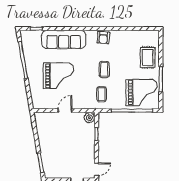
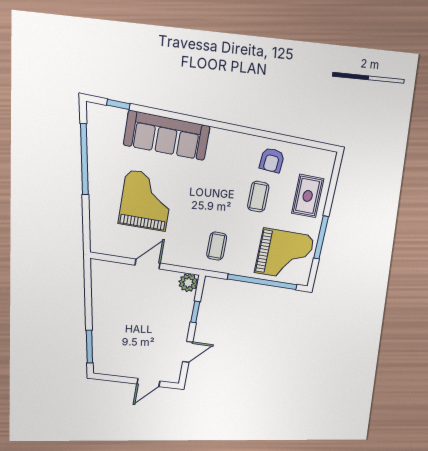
armchair: (103, 37) -> (272, 160), moved
coffee table: (104, 69) -> (258, 197), moved
grand piano: (58, 76) -> (146, 201), turned -90
door: (96, 169) -> (188, 352), moved

